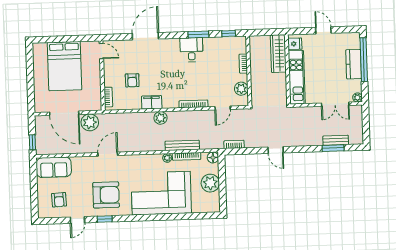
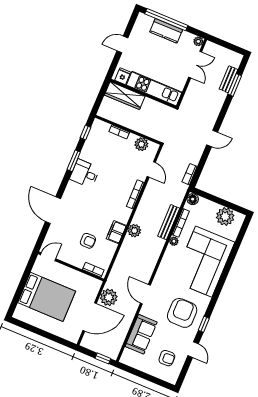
sofa: (54, 167) -> (141, 334), moved
plant: (210, 183) -> (225, 217), moved

